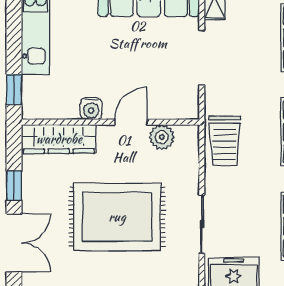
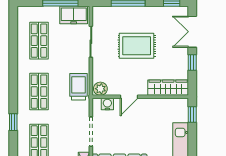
water cooler: (91, 109) -> (107, 104), moved
plant: (162, 137) -> (100, 89), moved
rug: (117, 217) -> (137, 46), width x0.73, depth x0.69

